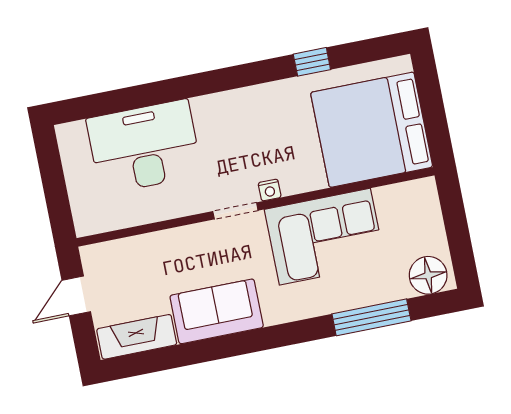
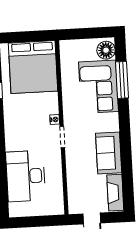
corner sofa: (325, 237) -> (98, 87), moved, turned 180

